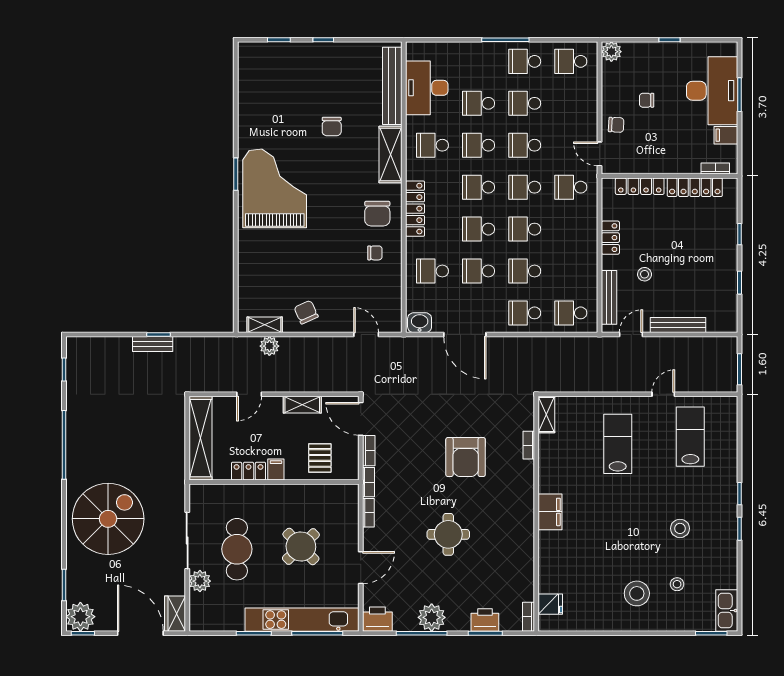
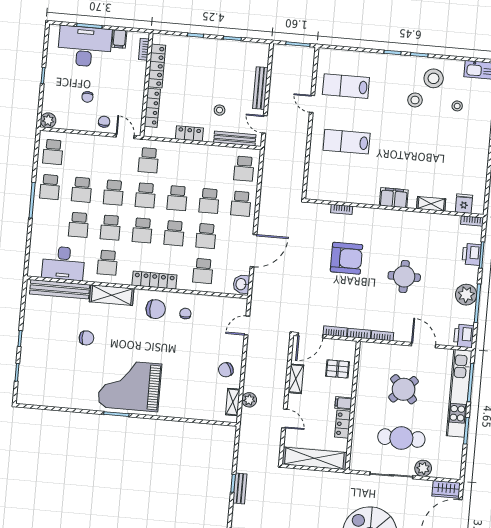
door: (600, 154) -> (125, 136), swing flipped
shelving: (546, 415) -> (431, 204), moved
stool: (637, 593) -> (434, 78), moved

